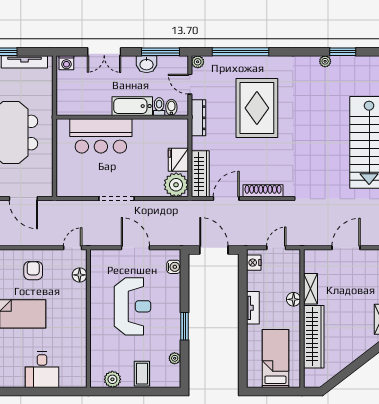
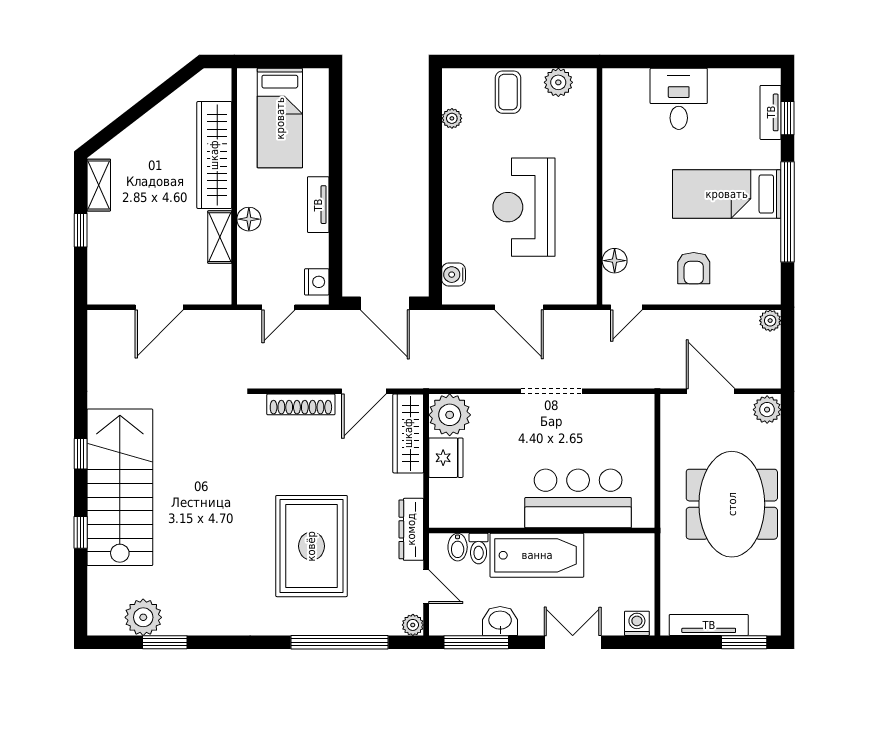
plant: (325, 61) -> (143, 617), moved, width x1.87, depth x1.87
bathtub: (132, 106) -> (537, 555), width x1.36, depth x1.36
window: (184, 326) -> (435, 173), removed

